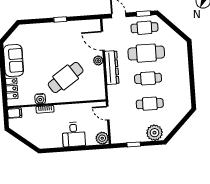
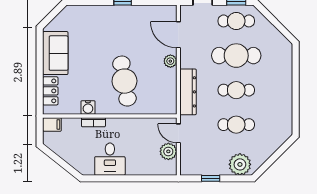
dresser: (112, 68) -> (188, 92), moved
cafe table: (66, 77) -> (124, 81), turned -66
desk: (74, 134) -> (110, 159), moved
plant: (102, 138) -> (168, 151), moved

